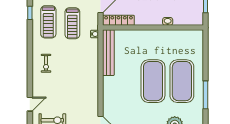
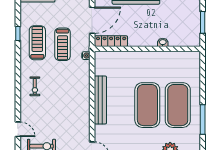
treadmill: (48, 22) -> (37, 43), turned 180
bench: (108, 53) -> (100, 100), moved
door: (30, 104) -> (18, 129), hinge flipped

